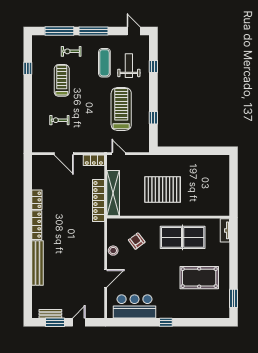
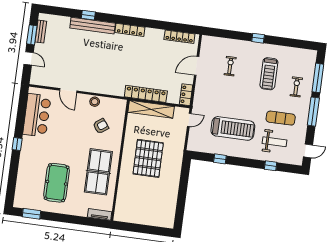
window: (28, 68) -> (258, 38), moved
treadmill: (62, 80) -> (269, 74), turned 90
locker: (37, 200) -> (179, 37), moved, width x1.53
window: (28, 269) -> (88, 15), added

